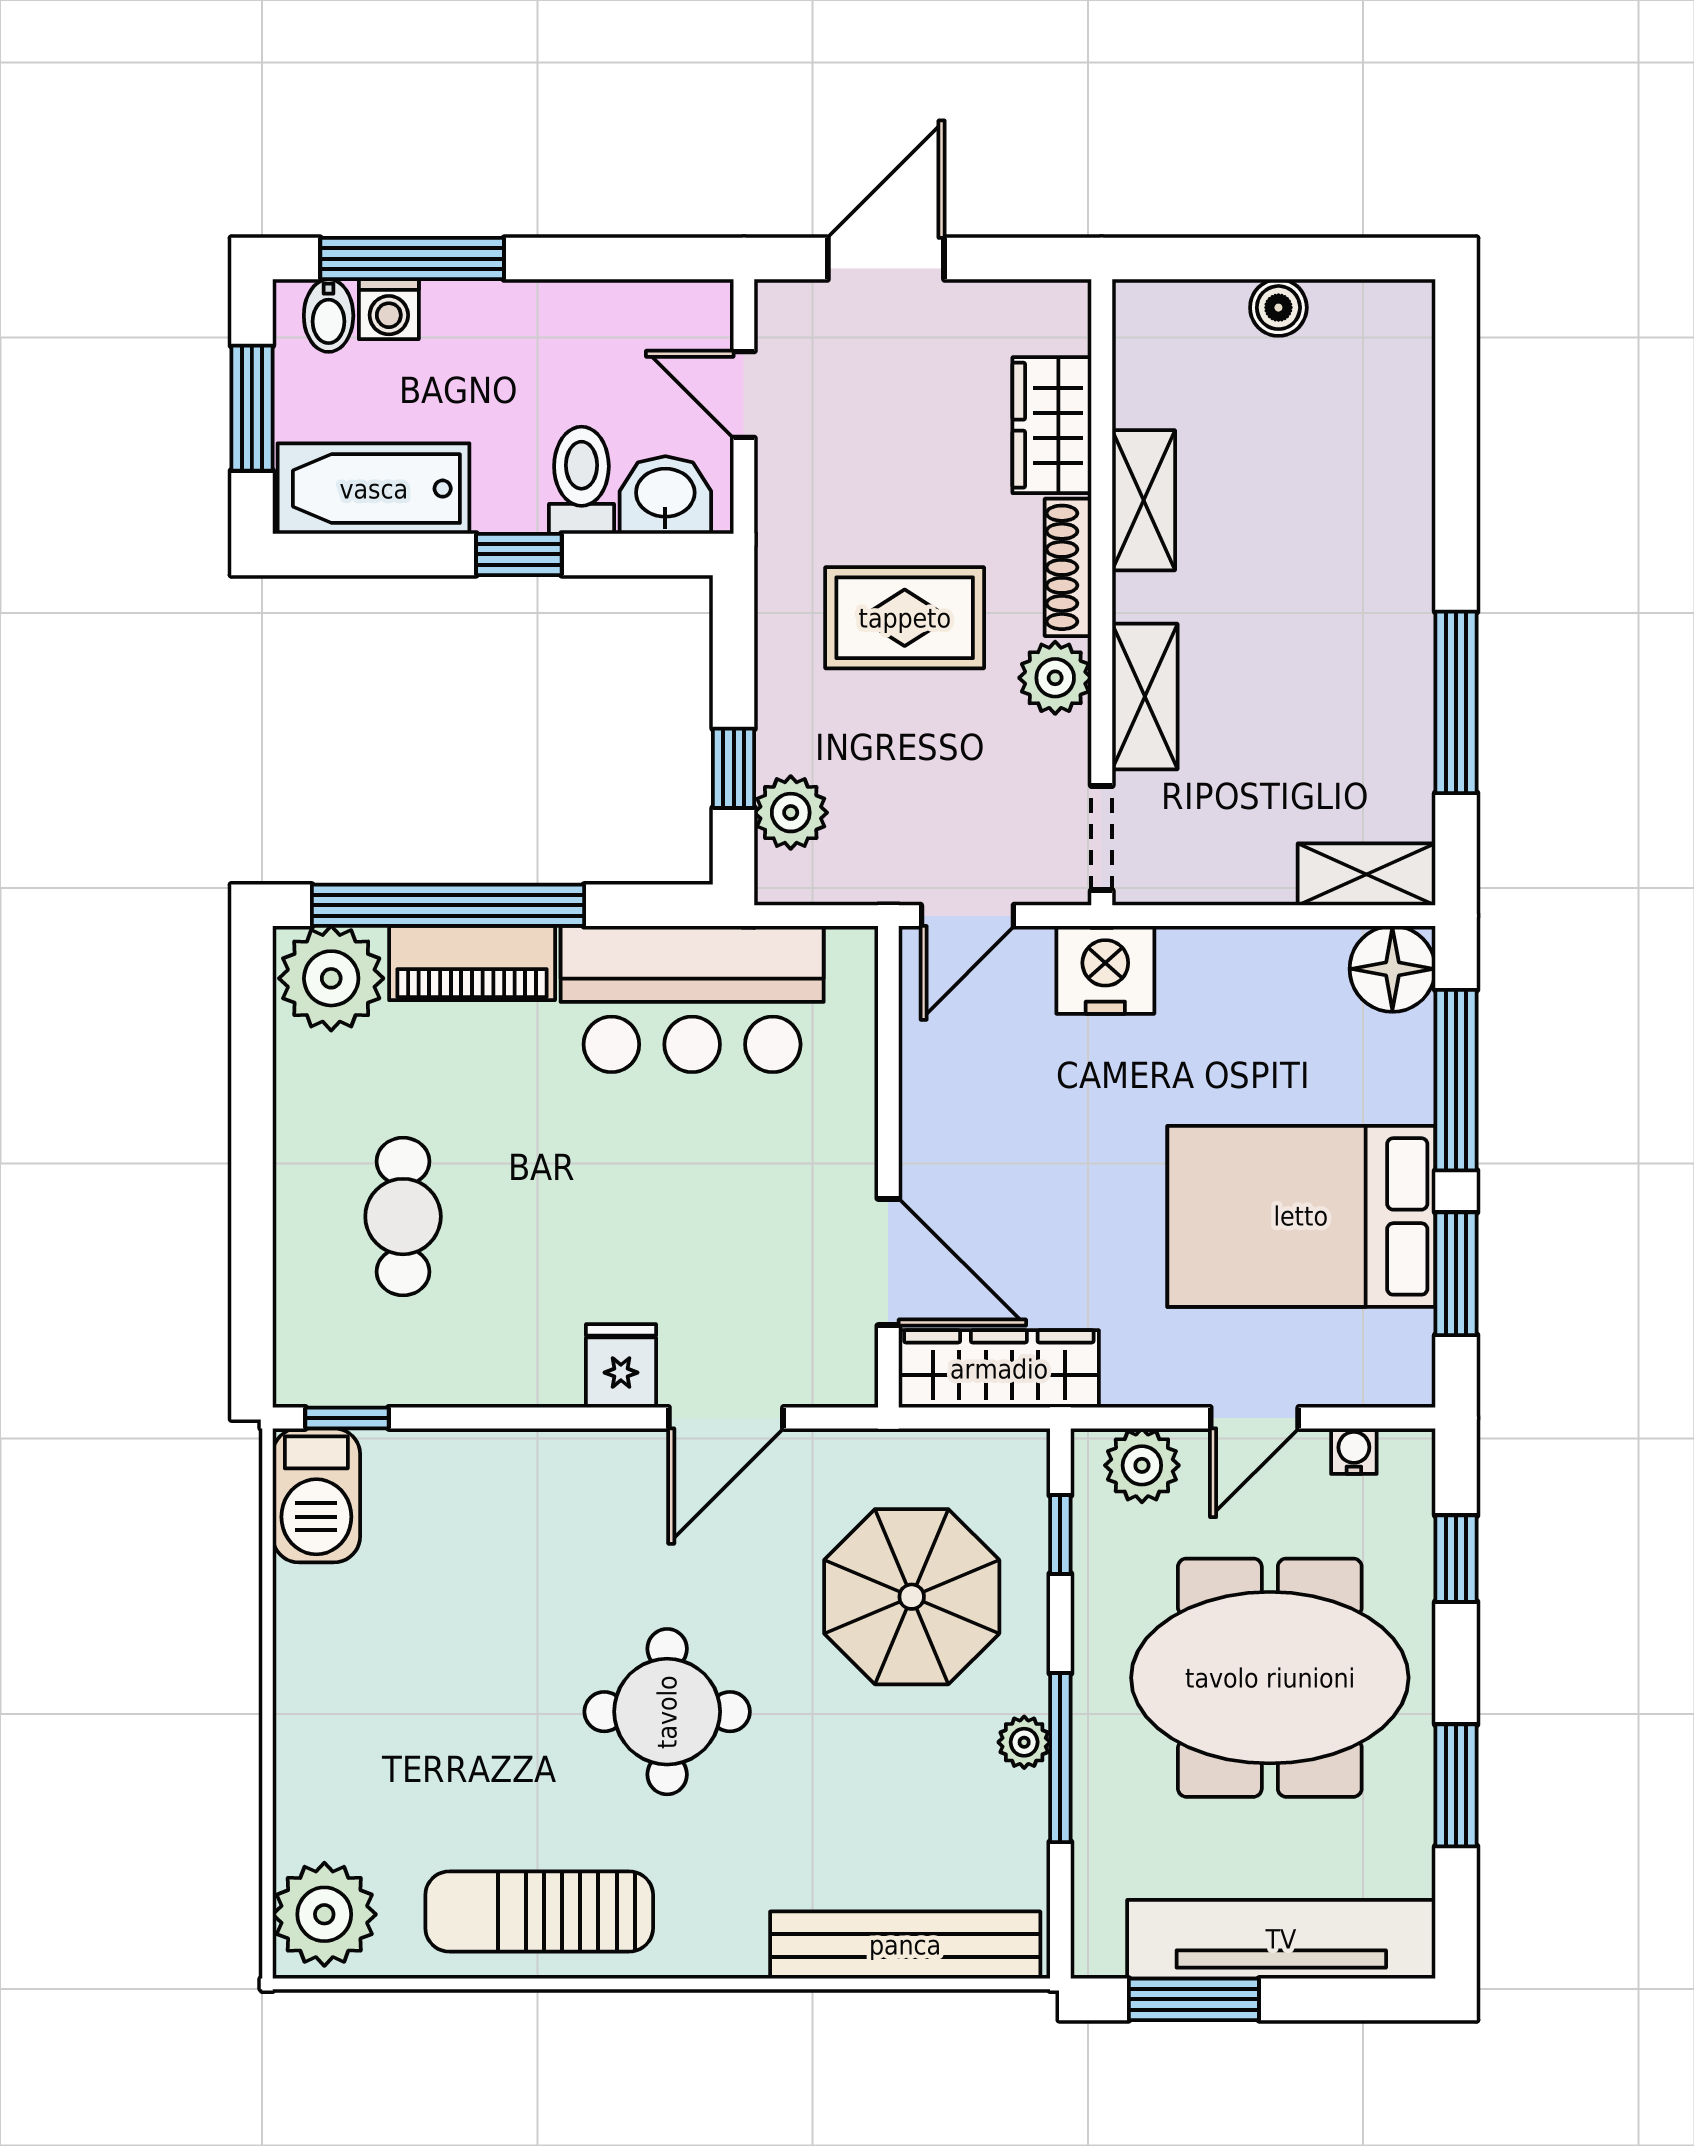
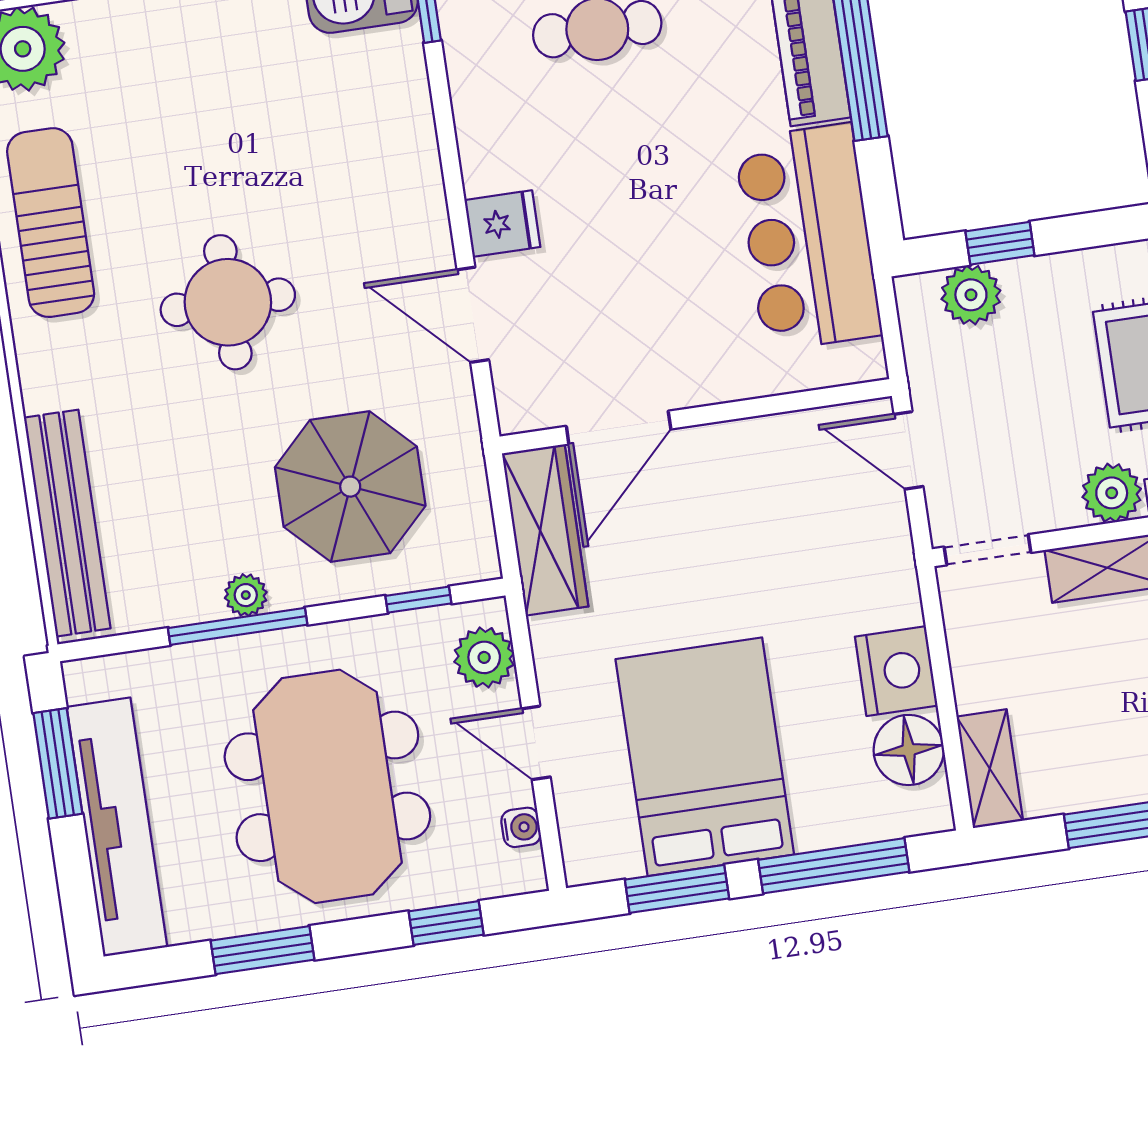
floor lamp: (1392, 969) -> (909, 750), moved
nightstand: (1105, 970) -> (896, 671), moved

